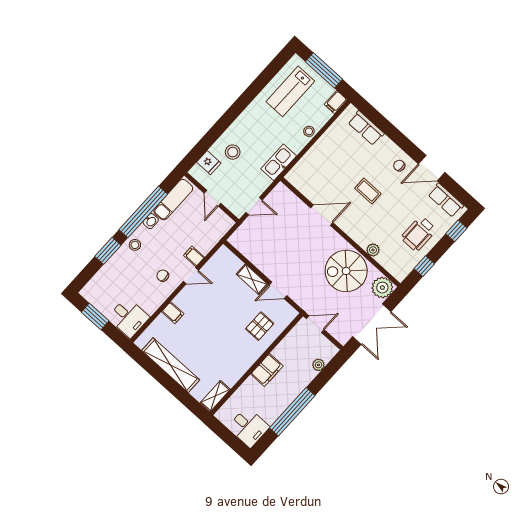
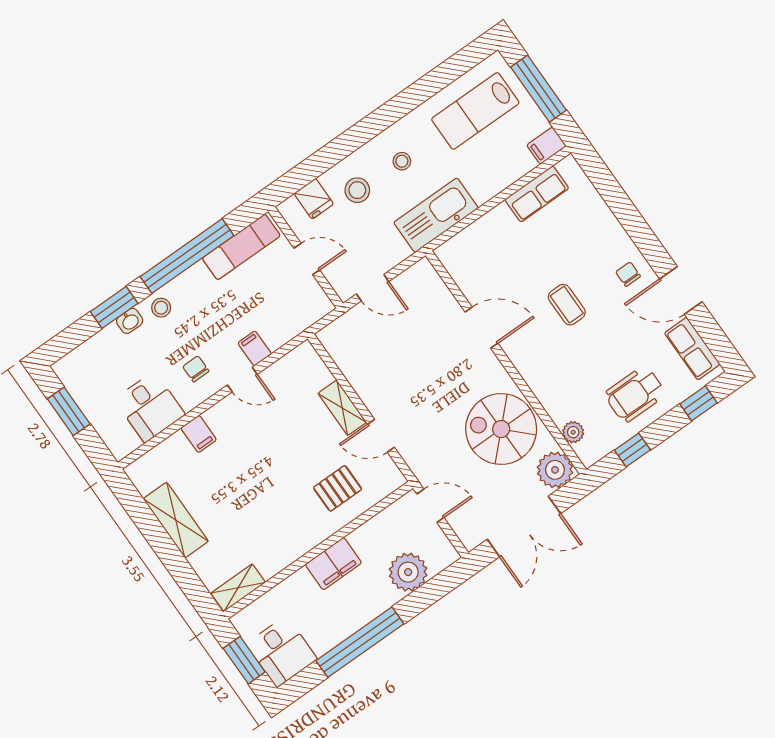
row of seats: (366, 128) -> (537, 194), moved, turned -90
stool: (309, 131) -> (402, 161), moved
kitchen sink: (279, 162) -> (436, 215), width x1.36, depth x1.24
door: (213, 198) -> (307, 259), swing flipped
washbasin: (151, 221) -> (130, 321), moved
plant: (373, 250) -> (573, 432), moved
desk: (128, 317) -> (150, 407), moved
shelving: (171, 365) -> (176, 520), width x0.68
plant: (318, 365) -> (408, 572), width x1.88, depth x1.88
window: (228, 437) -> (244, 660), added

